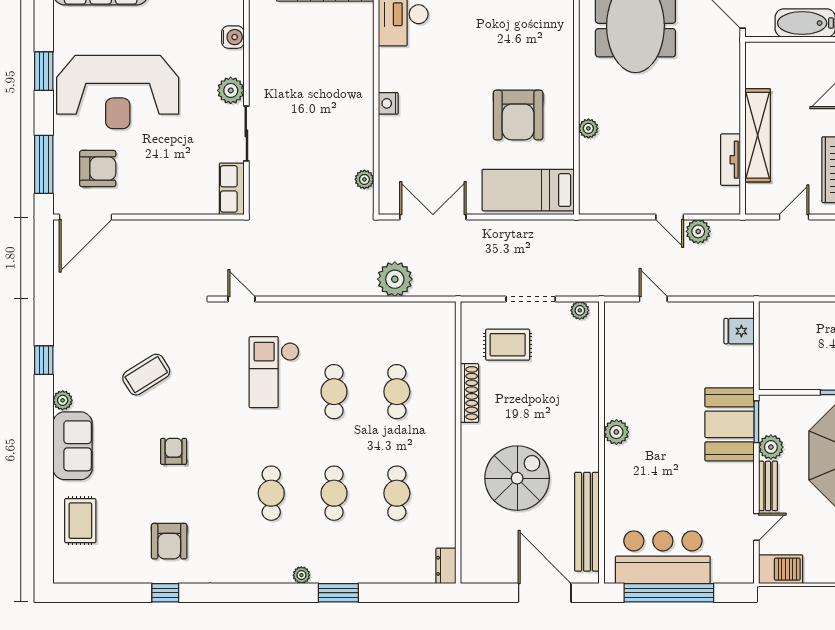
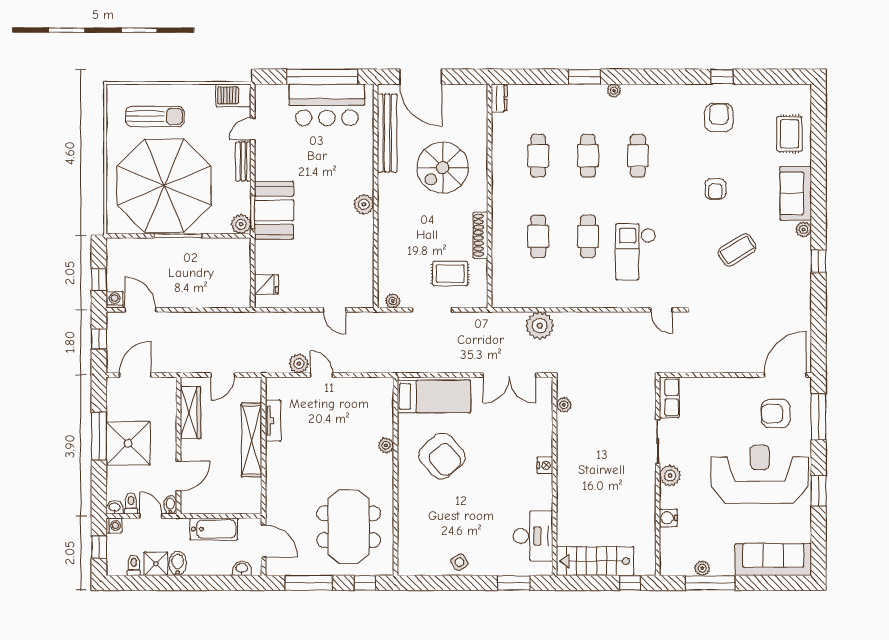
armchair: (518, 115) -> (442, 456), turned 138
checkout: (274, 372) -> (636, 252), turned 180
plant: (771, 447) -> (241, 224), moved

